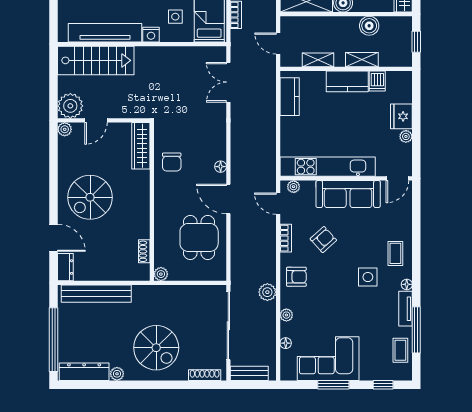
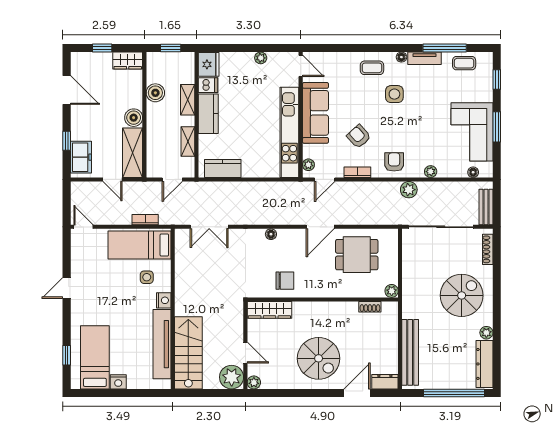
fridge: (401, 116) -> (209, 64), moved, turned -90
floor lamp: (221, 167) -> (271, 234), moved
floor lamp: (286, 343) -> (473, 172), moved

